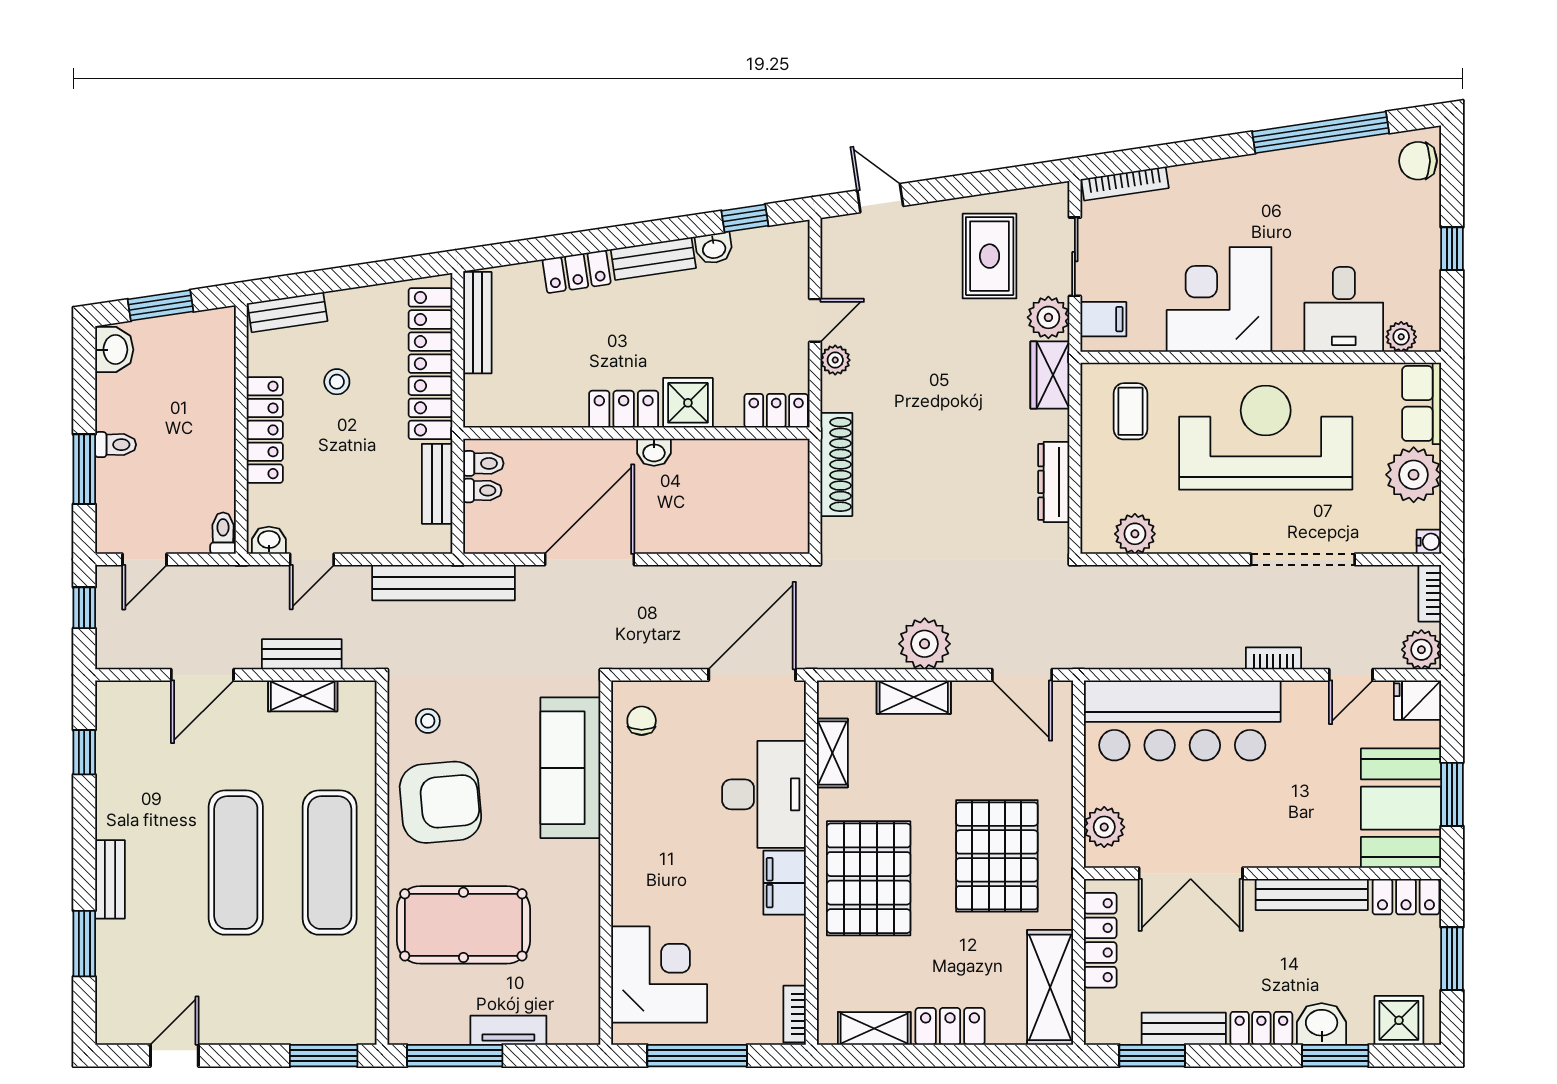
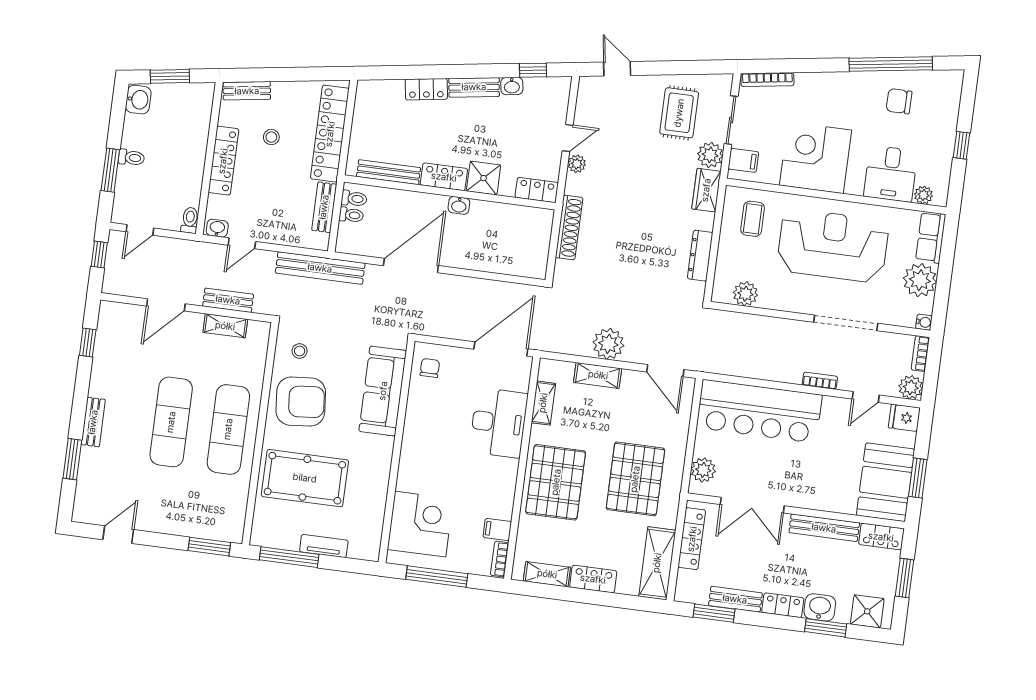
chair: (1418, 161) -> (899, 101), moved
bench: (477, 323) -> (389, 172), moved, turned 90
filing cabinet: (785, 883) -> (497, 529), moved, width x0.50

